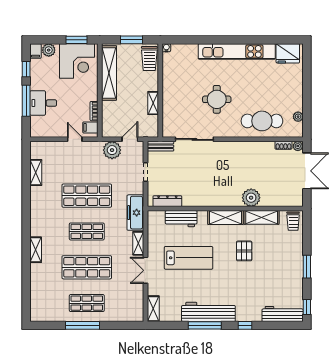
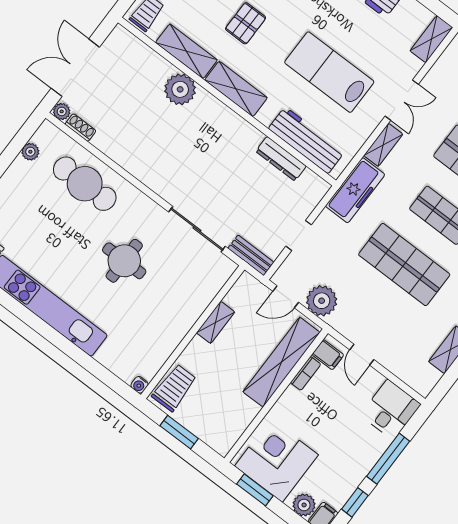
shelving: (109, 73) -> (281, 362), moved
desk: (43, 103) -> (391, 410), moved, turned -90
dresser: (167, 201) -> (281, 159), moved
workbench: (181, 219) -> (306, 140), width x1.38

